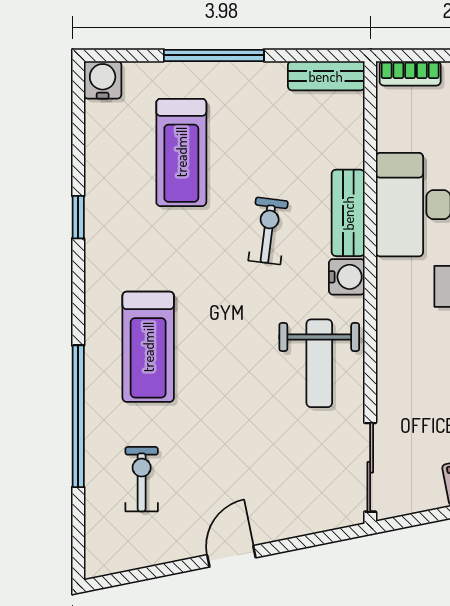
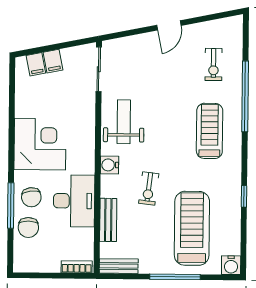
treadmill: (181, 152) -> (192, 228), width x1.37, depth x1.38
bench: (348, 213) -> (108, 220), moved

